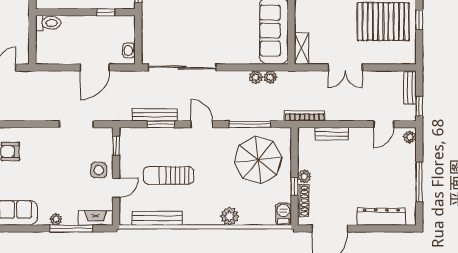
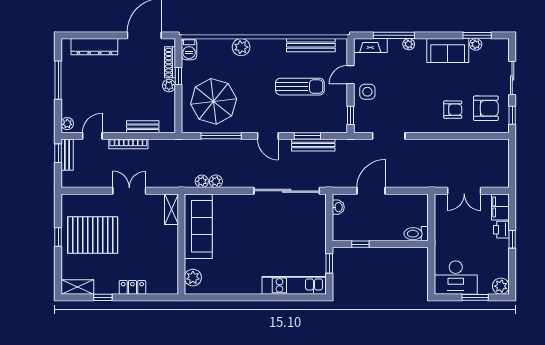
bench: (410, 88) -> (67, 155), moved
bookcase: (304, 116) -> (128, 144), moved

